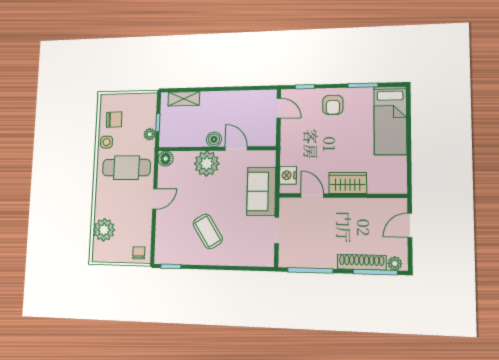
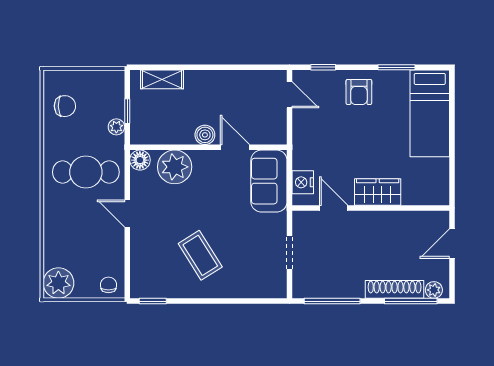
side table: (106, 142) -> (56, 137), removed
plant: (207, 164) -> (175, 167), moved
sofa: (261, 191) -> (269, 181), moved
door: (155, 199) -> (127, 214), swing flipped
plant: (104, 230) -> (58, 283), moved

